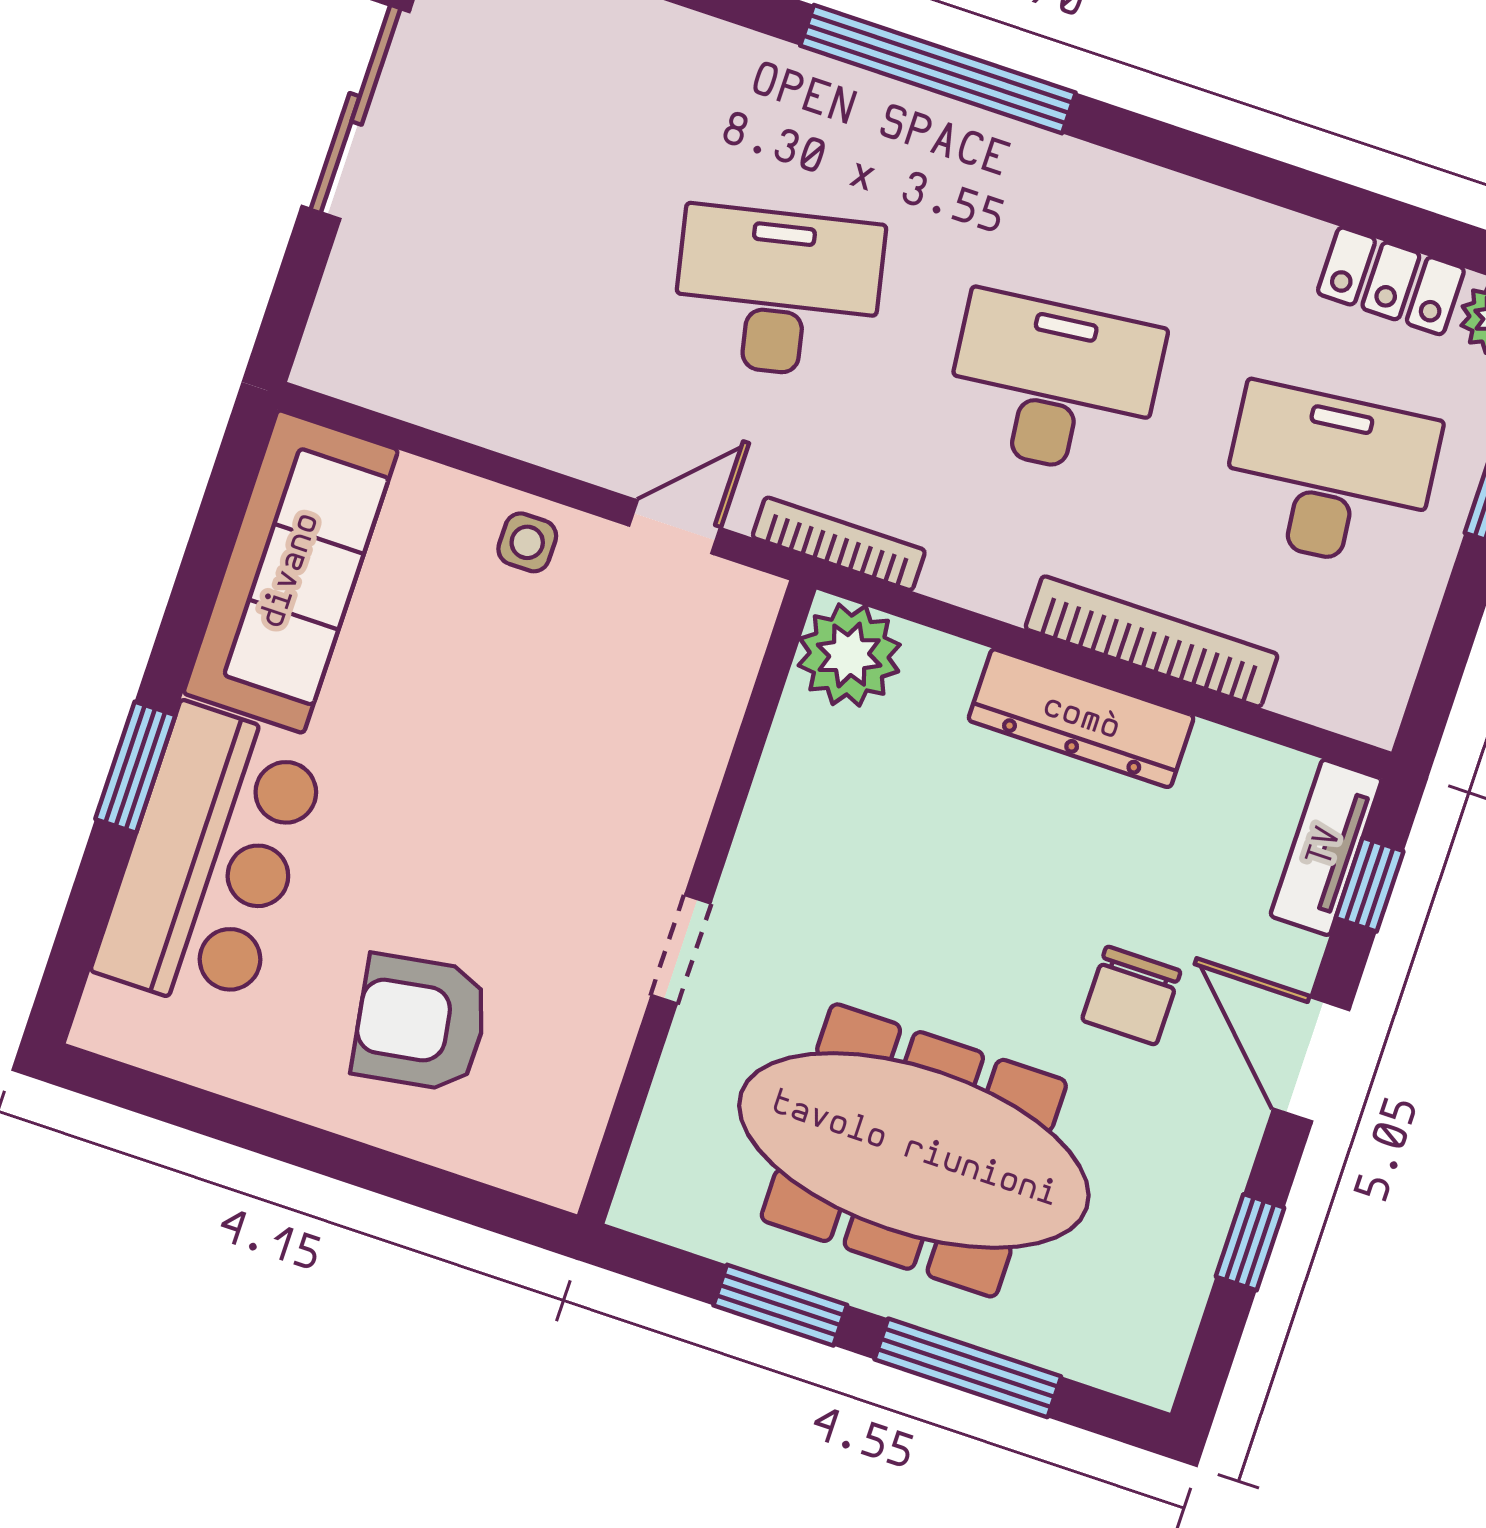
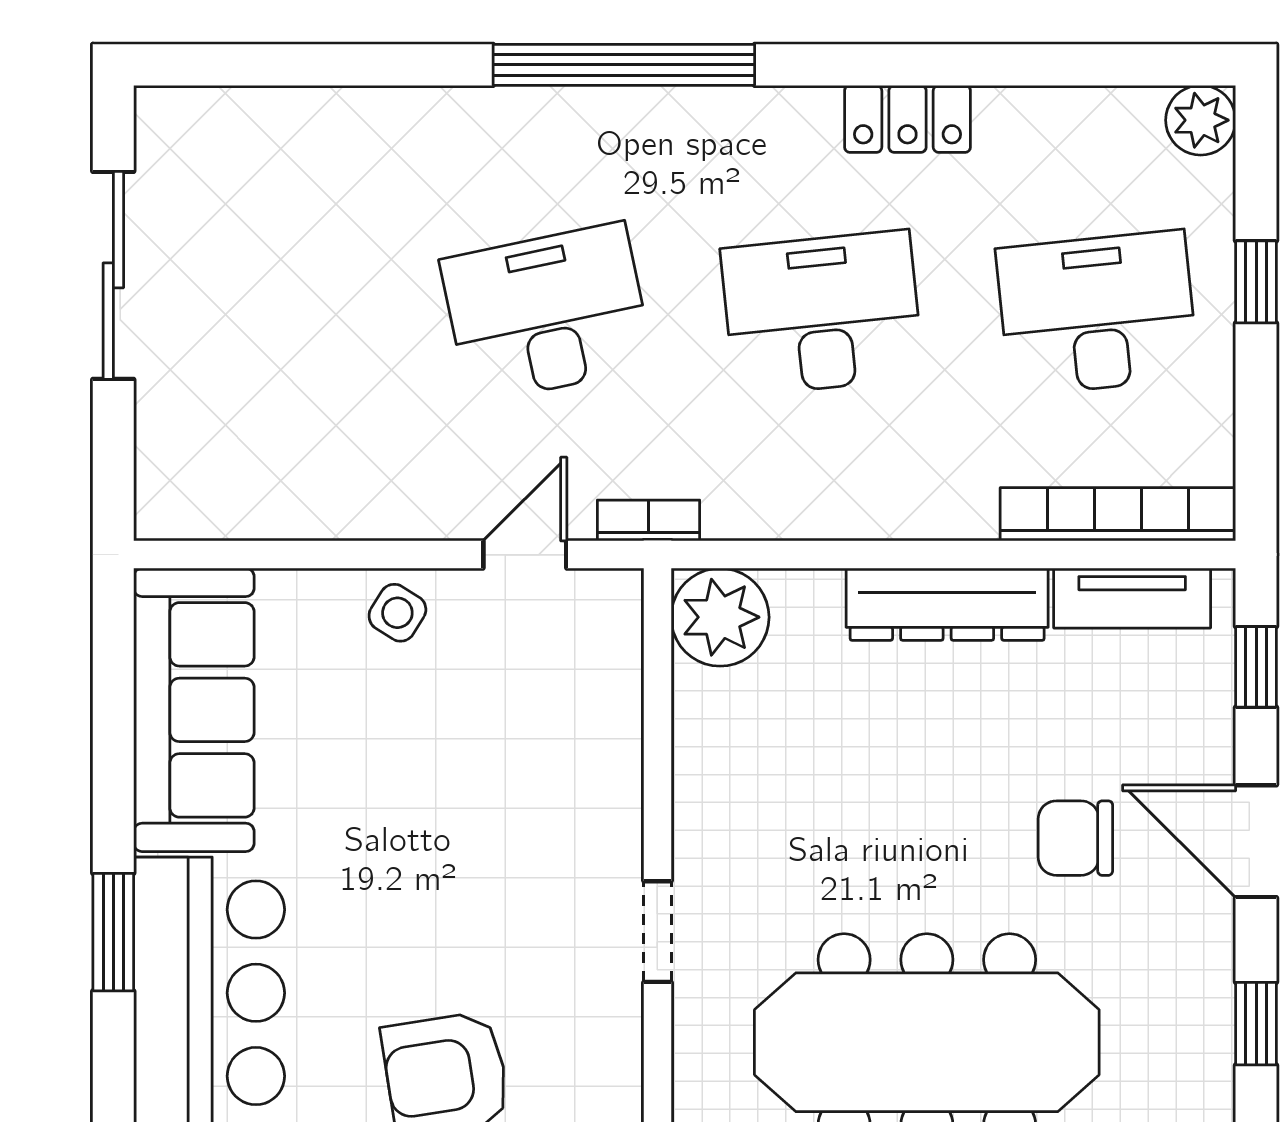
locker: (1391, 281) -> (908, 119), moved
side table: (527, 542) -> (397, 613), turned 32
bookcase: (839, 544) -> (649, 521), width x0.64
bookcase: (1152, 641) -> (1118, 514), moved
tv unit: (1326, 847) -> (1132, 598), moved, turned -90
chair: (1131, 996) -> (1075, 838), turned 90

